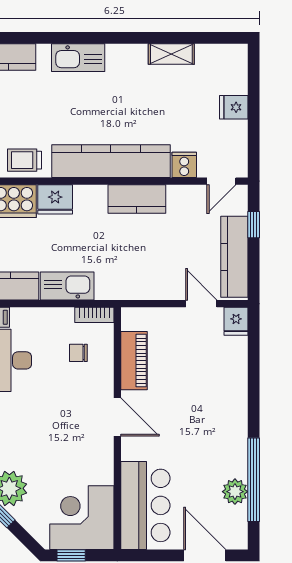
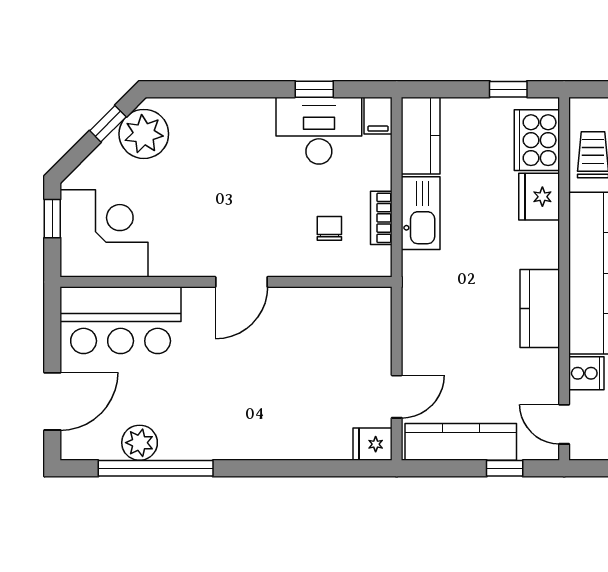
bookcase: (94, 315) -> (381, 218), moved
piano: (134, 361) -> (319, 305), removed

